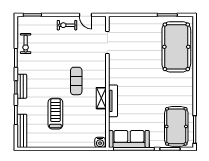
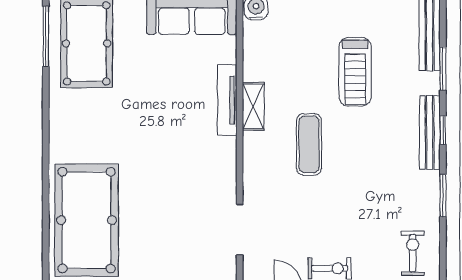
exercise bike: (26, 44) -> (413, 253), moved
bench: (22, 86) -> (430, 133), width x1.36

